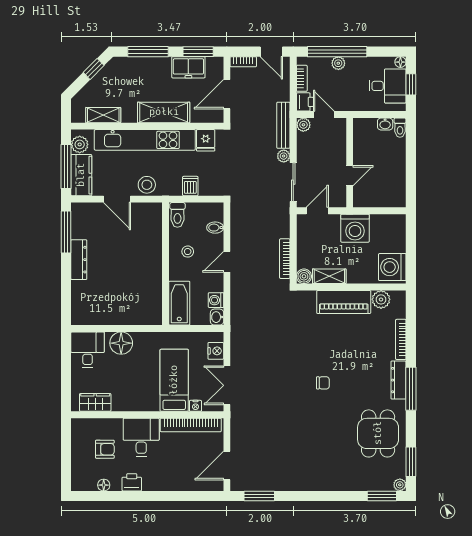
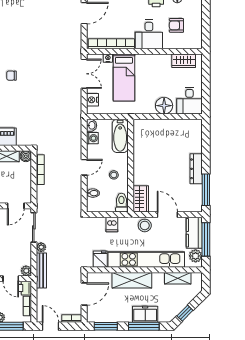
freezer: (188, 67) -> (145, 314), moved
wardrobe: (152, 220) -> (141, 199), added

